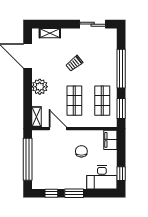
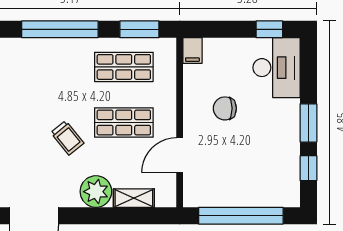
trolley: (74, 63) -> (67, 138), moved
shelving: (36, 117) -> (134, 198), moved
filing cabinet: (110, 140) -> (192, 51), width x0.50

